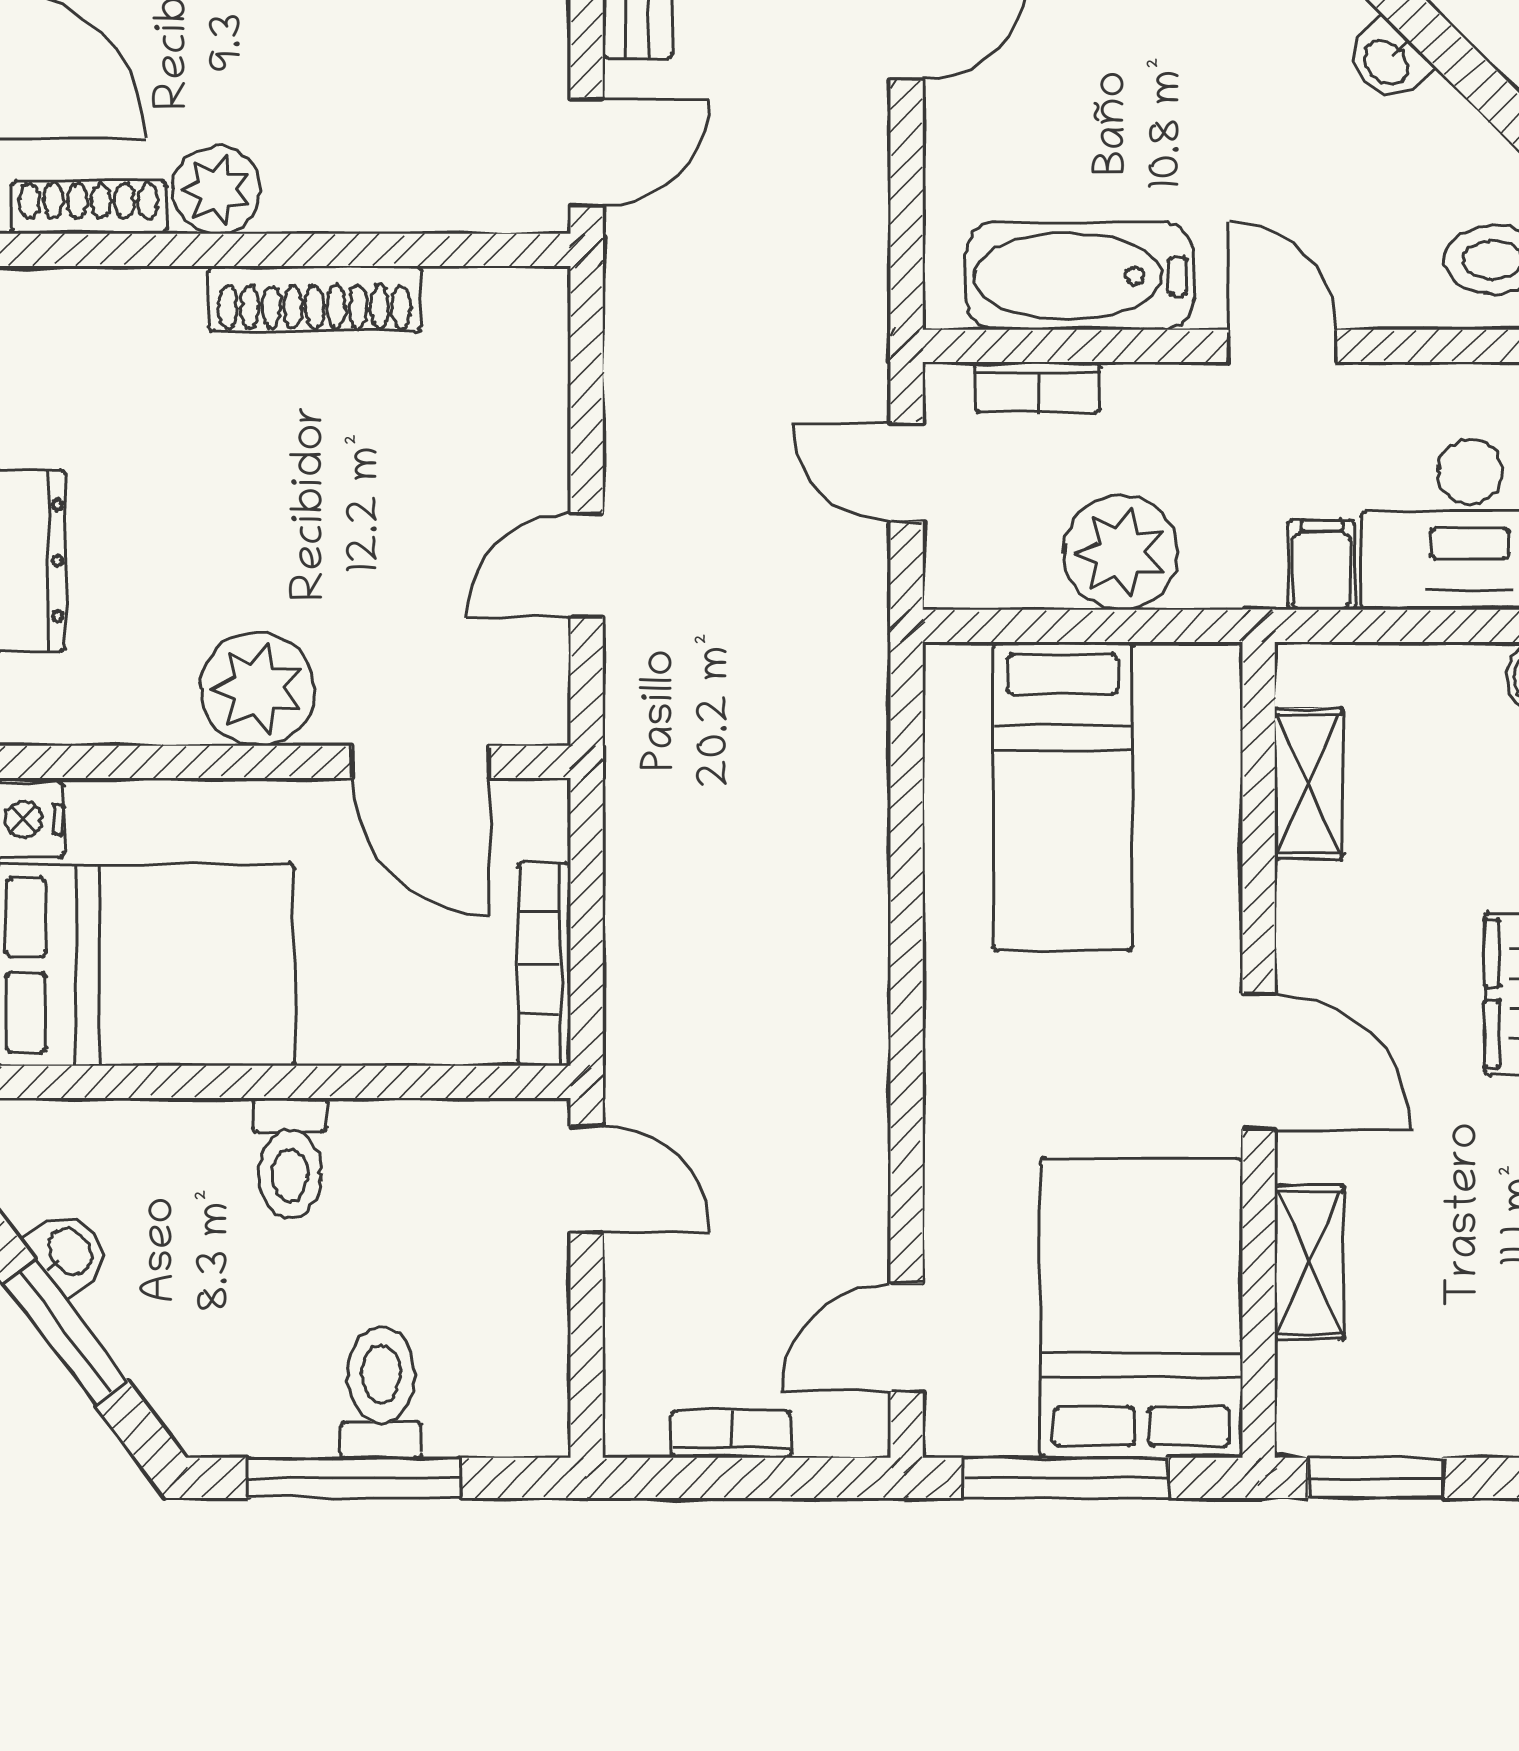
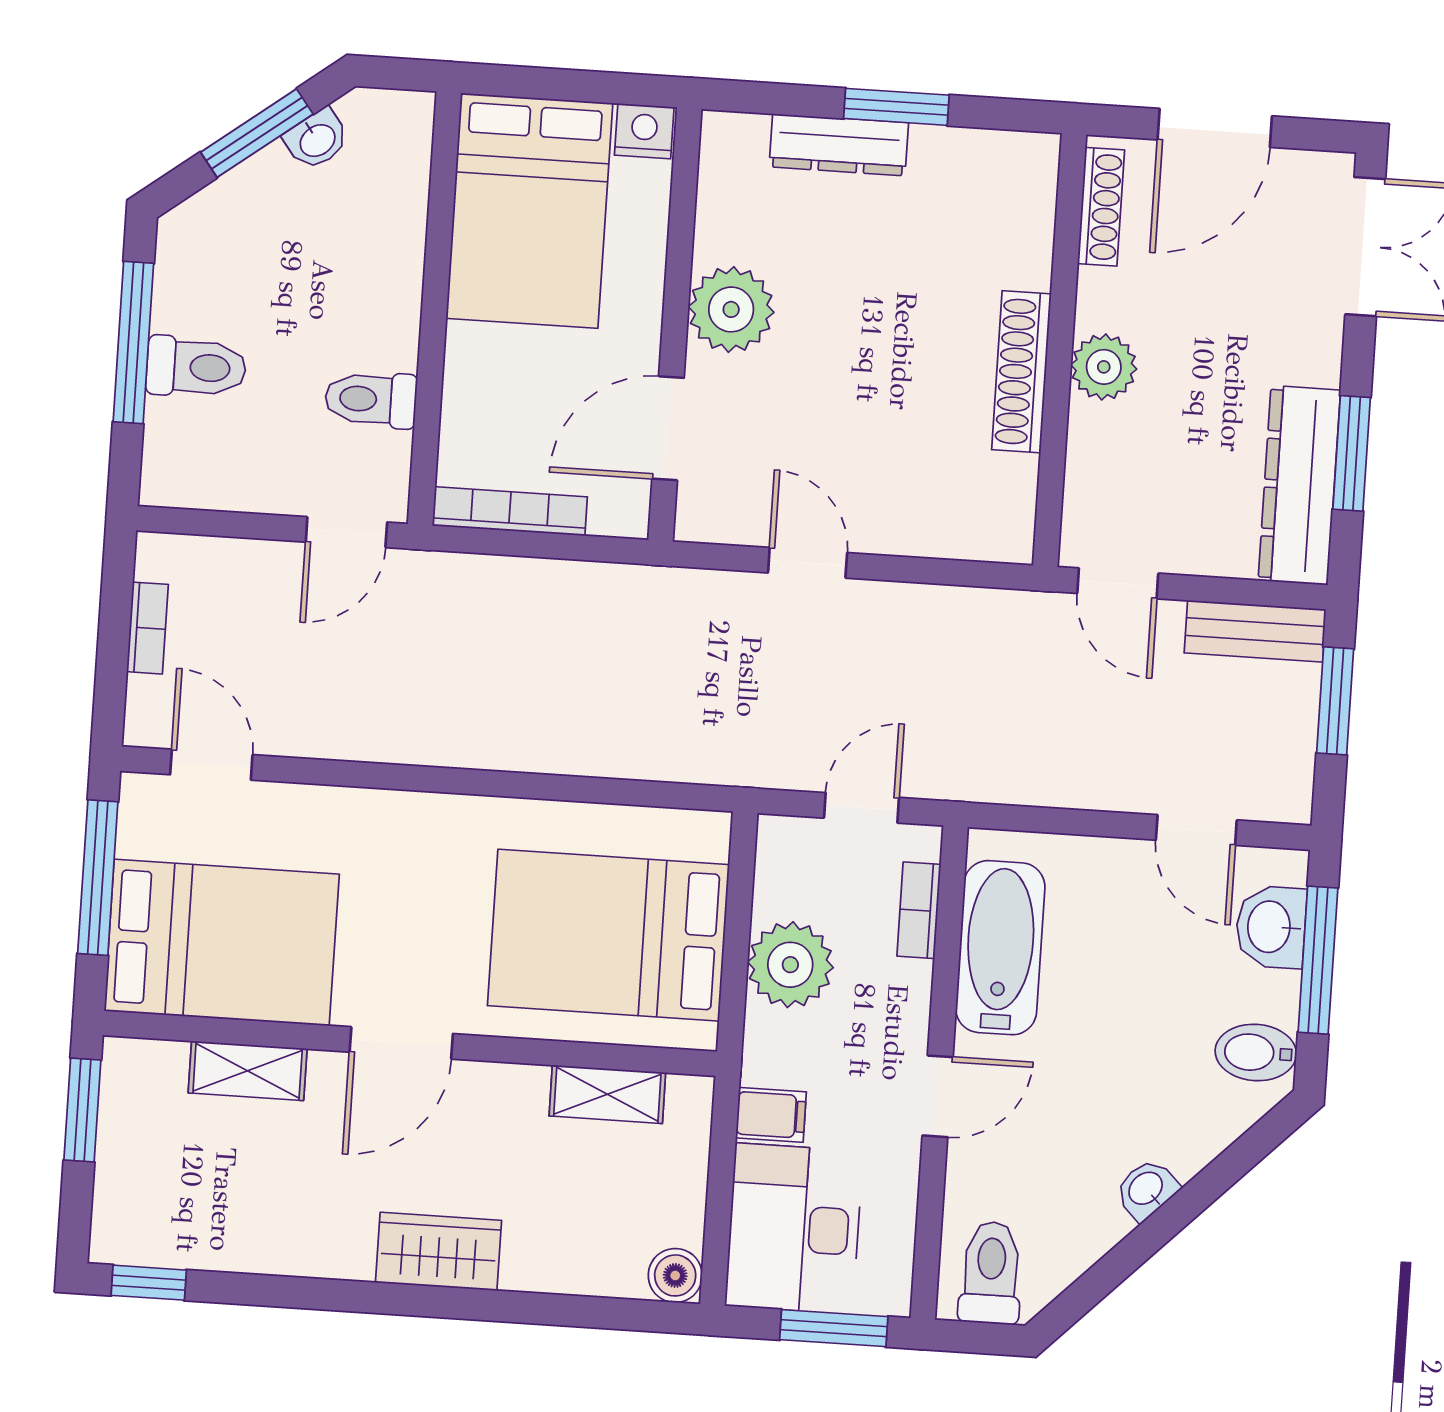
plant: (217, 190) -> (1104, 367), moved
bed: (1063, 796) -> (608, 935), width x1.50
toilet: (290, 1158) -> (371, 399), moved

